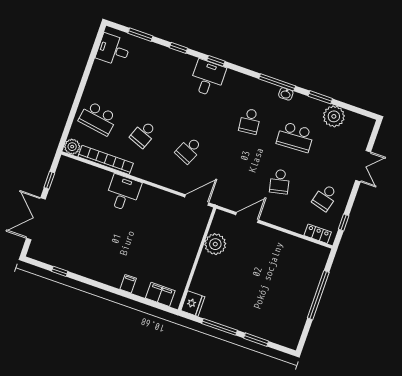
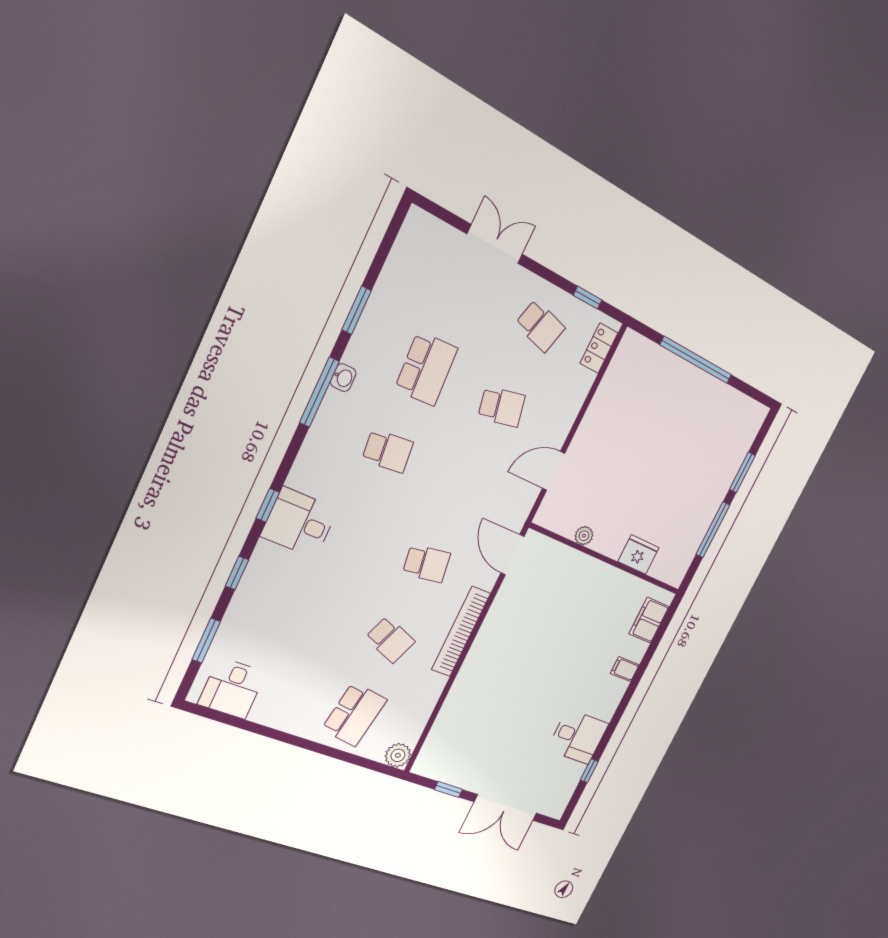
plant: (334, 116) -> (396, 288), removed
school desk: (189, 150) -> (427, 564), turned -33
bookcase: (106, 160) -> (461, 632), moved
desk: (123, 193) -> (578, 737), moved, turned 180
door: (247, 217) -> (553, 471), hinge flipped
plant: (215, 244) -> (584, 536), width x0.53, depth x0.53
fridge: (193, 304) -> (638, 555), moved

